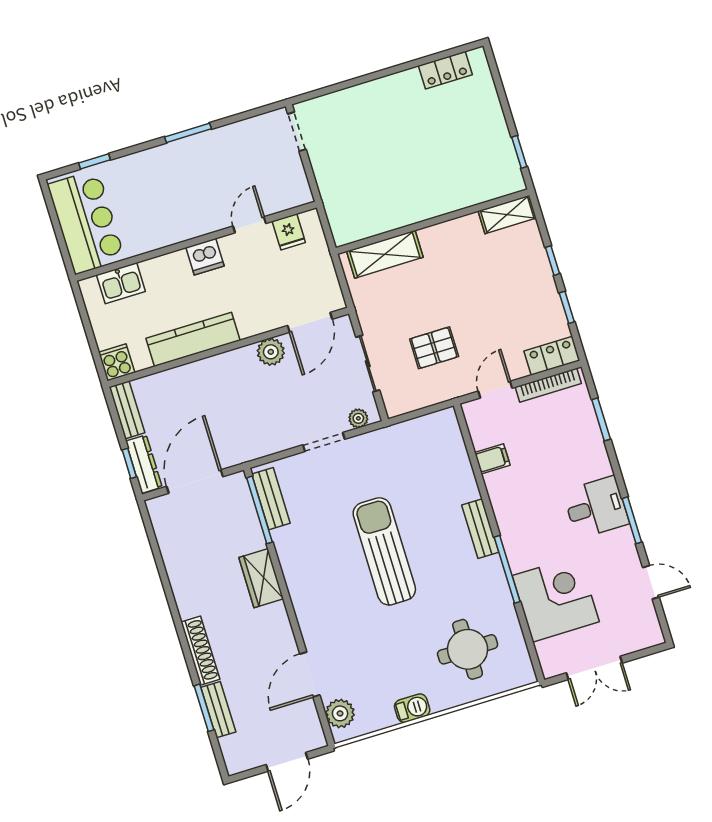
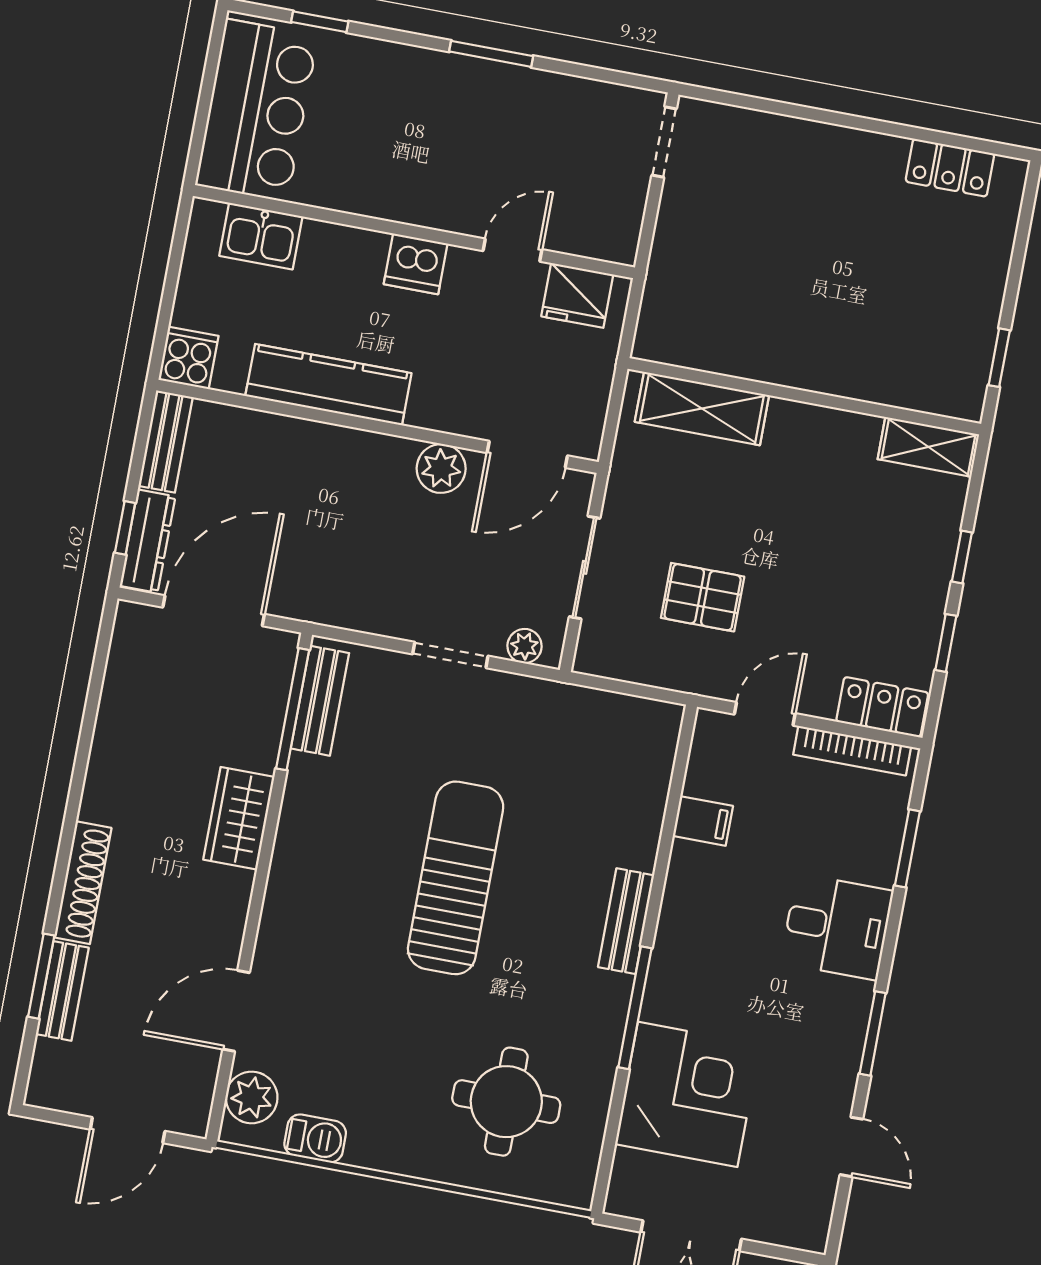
fridge: (289, 232) -> (577, 295), width x1.38
desk: (596, 507) -> (837, 927), moved
barbecue: (412, 708) -> (315, 1138), moved

